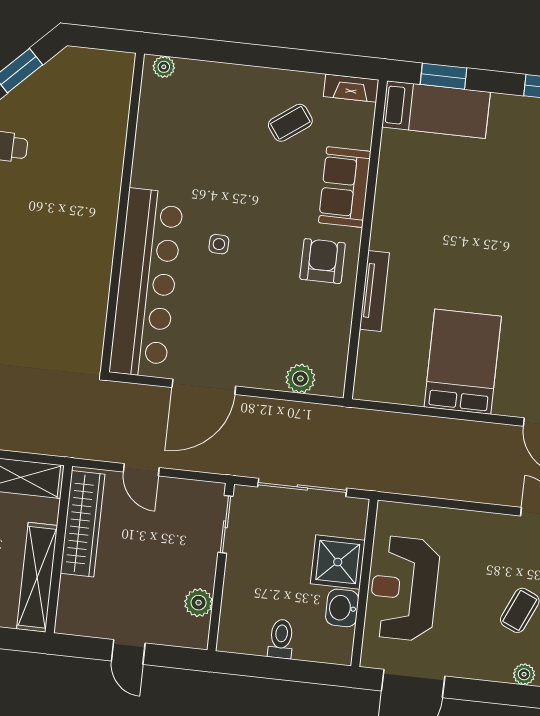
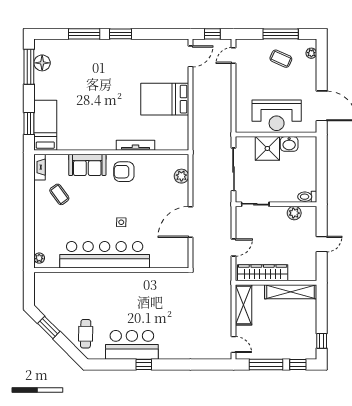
bar counter: (147, 283) -> (105, 255), moved
door: (204, 387) -> (190, 222), swing flipped
toilet: (281, 639) -> (307, 197), moved

